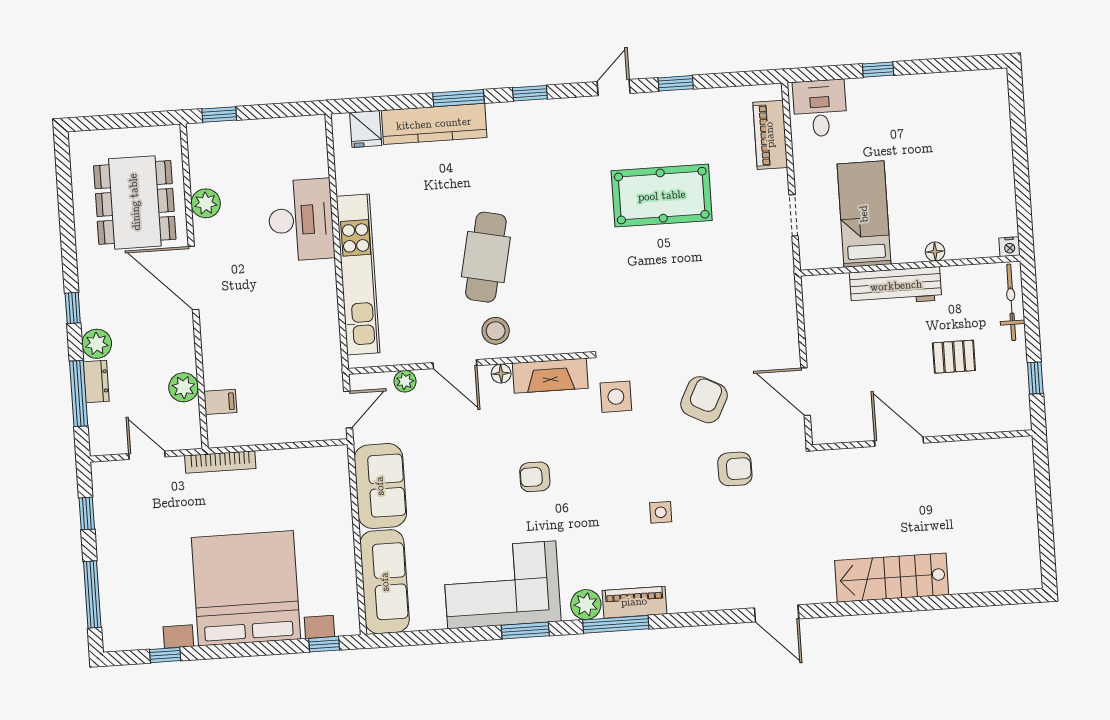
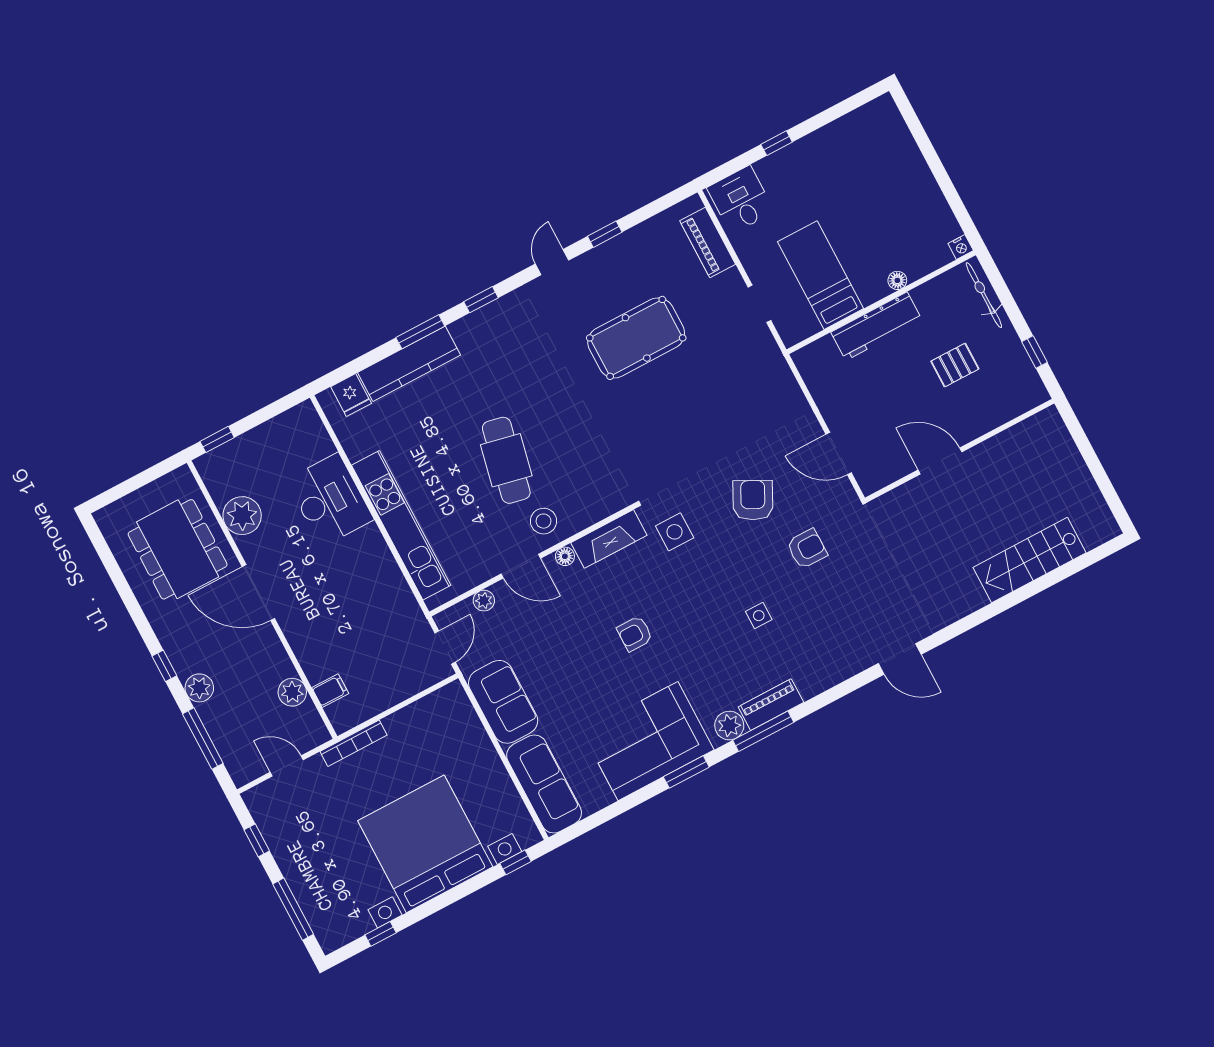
plant: (206, 203) -> (242, 516), width x1.36, depth x1.36
dresser: (96, 381) -> (214, 721), removed
stairs: (892, 578) -> (1029, 560), moved

